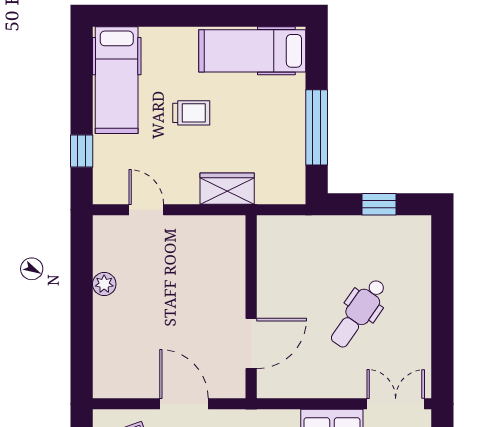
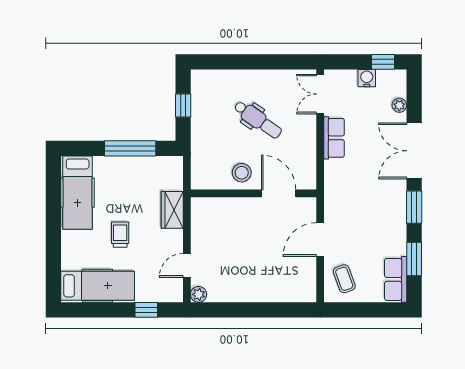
plant: (104, 284) -> (199, 294), moved
stool: (281, 290) -> (242, 173), added

